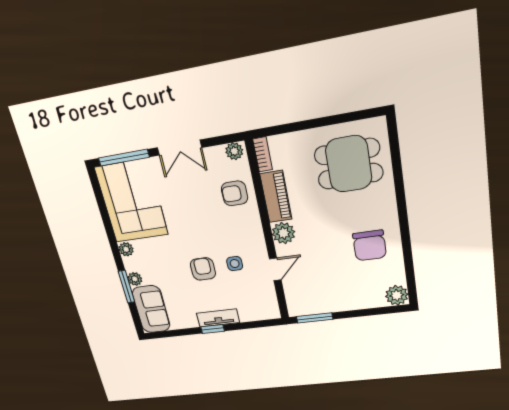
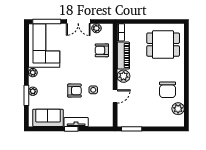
plant: (234, 151) -> (96, 28), moved
armchair: (203, 269) -> (74, 91), turned 90
plant: (397, 295) -> (178, 109), moved
sofa: (151, 309) -> (48, 118), moved, turned -90

